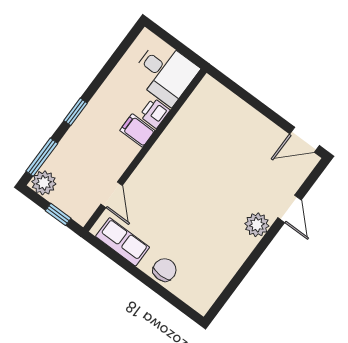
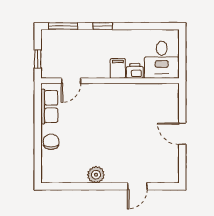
door: (305, 140) -> (182, 134), moved
plant: (44, 183) -> (50, 38), removed
plant: (257, 225) -> (96, 175), moved
chair: (165, 270) -> (51, 142), turned -90

